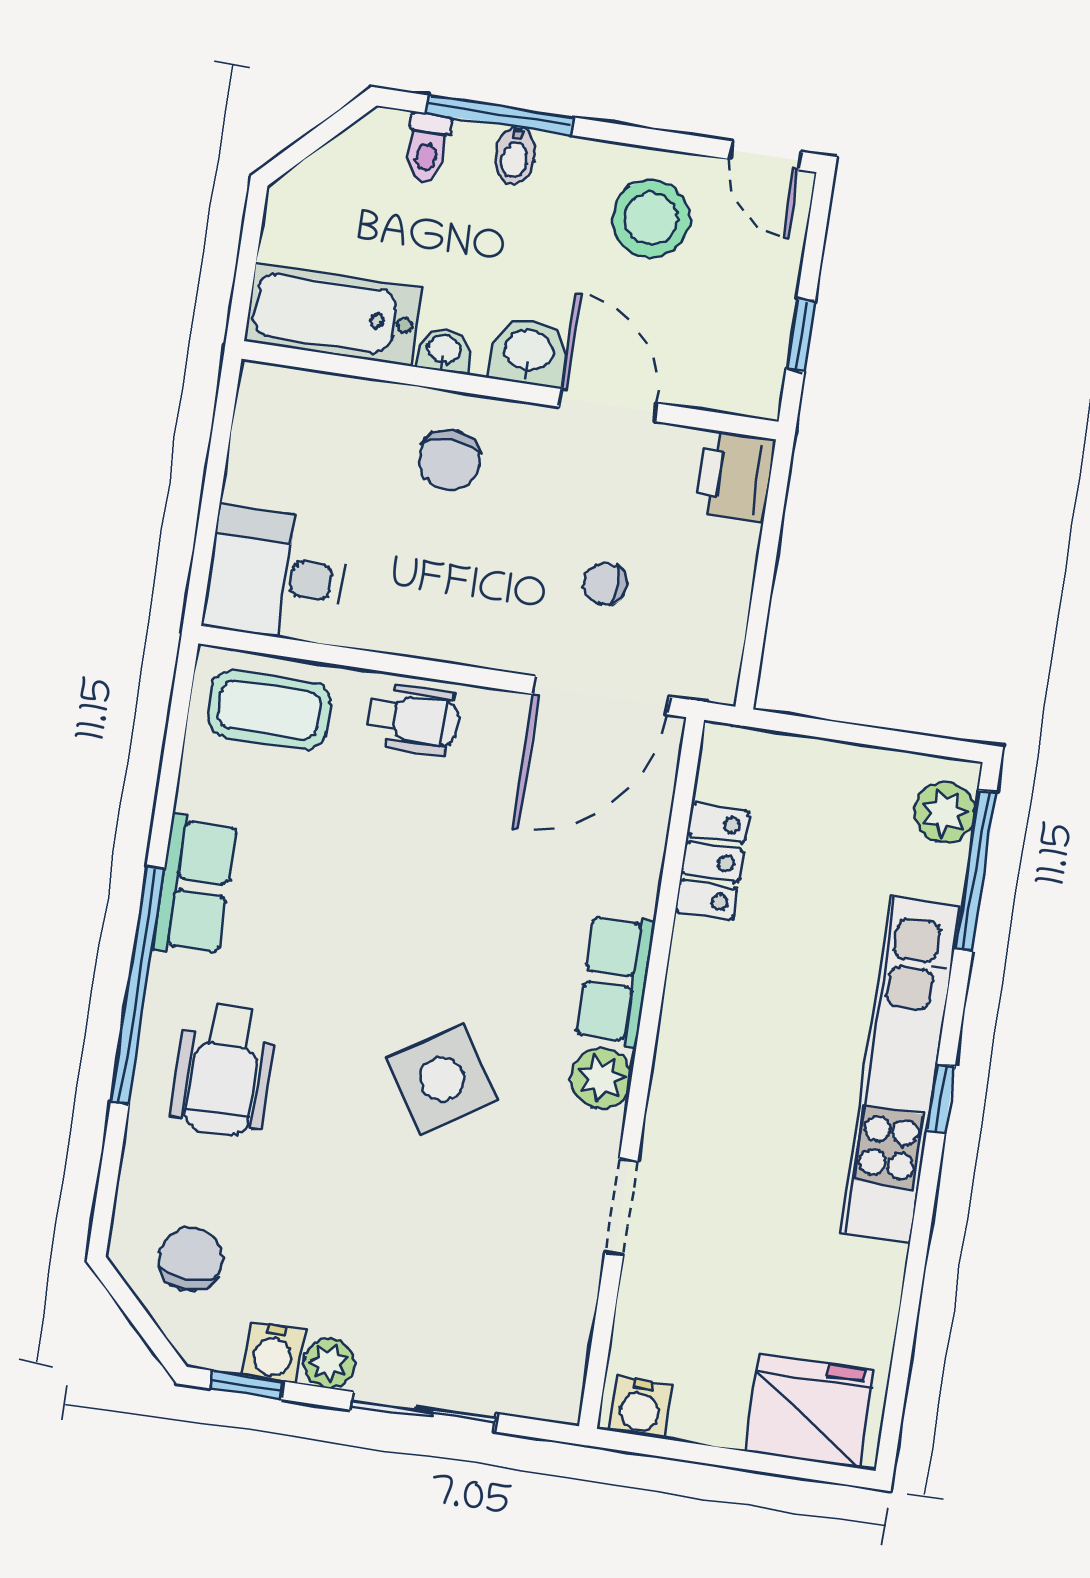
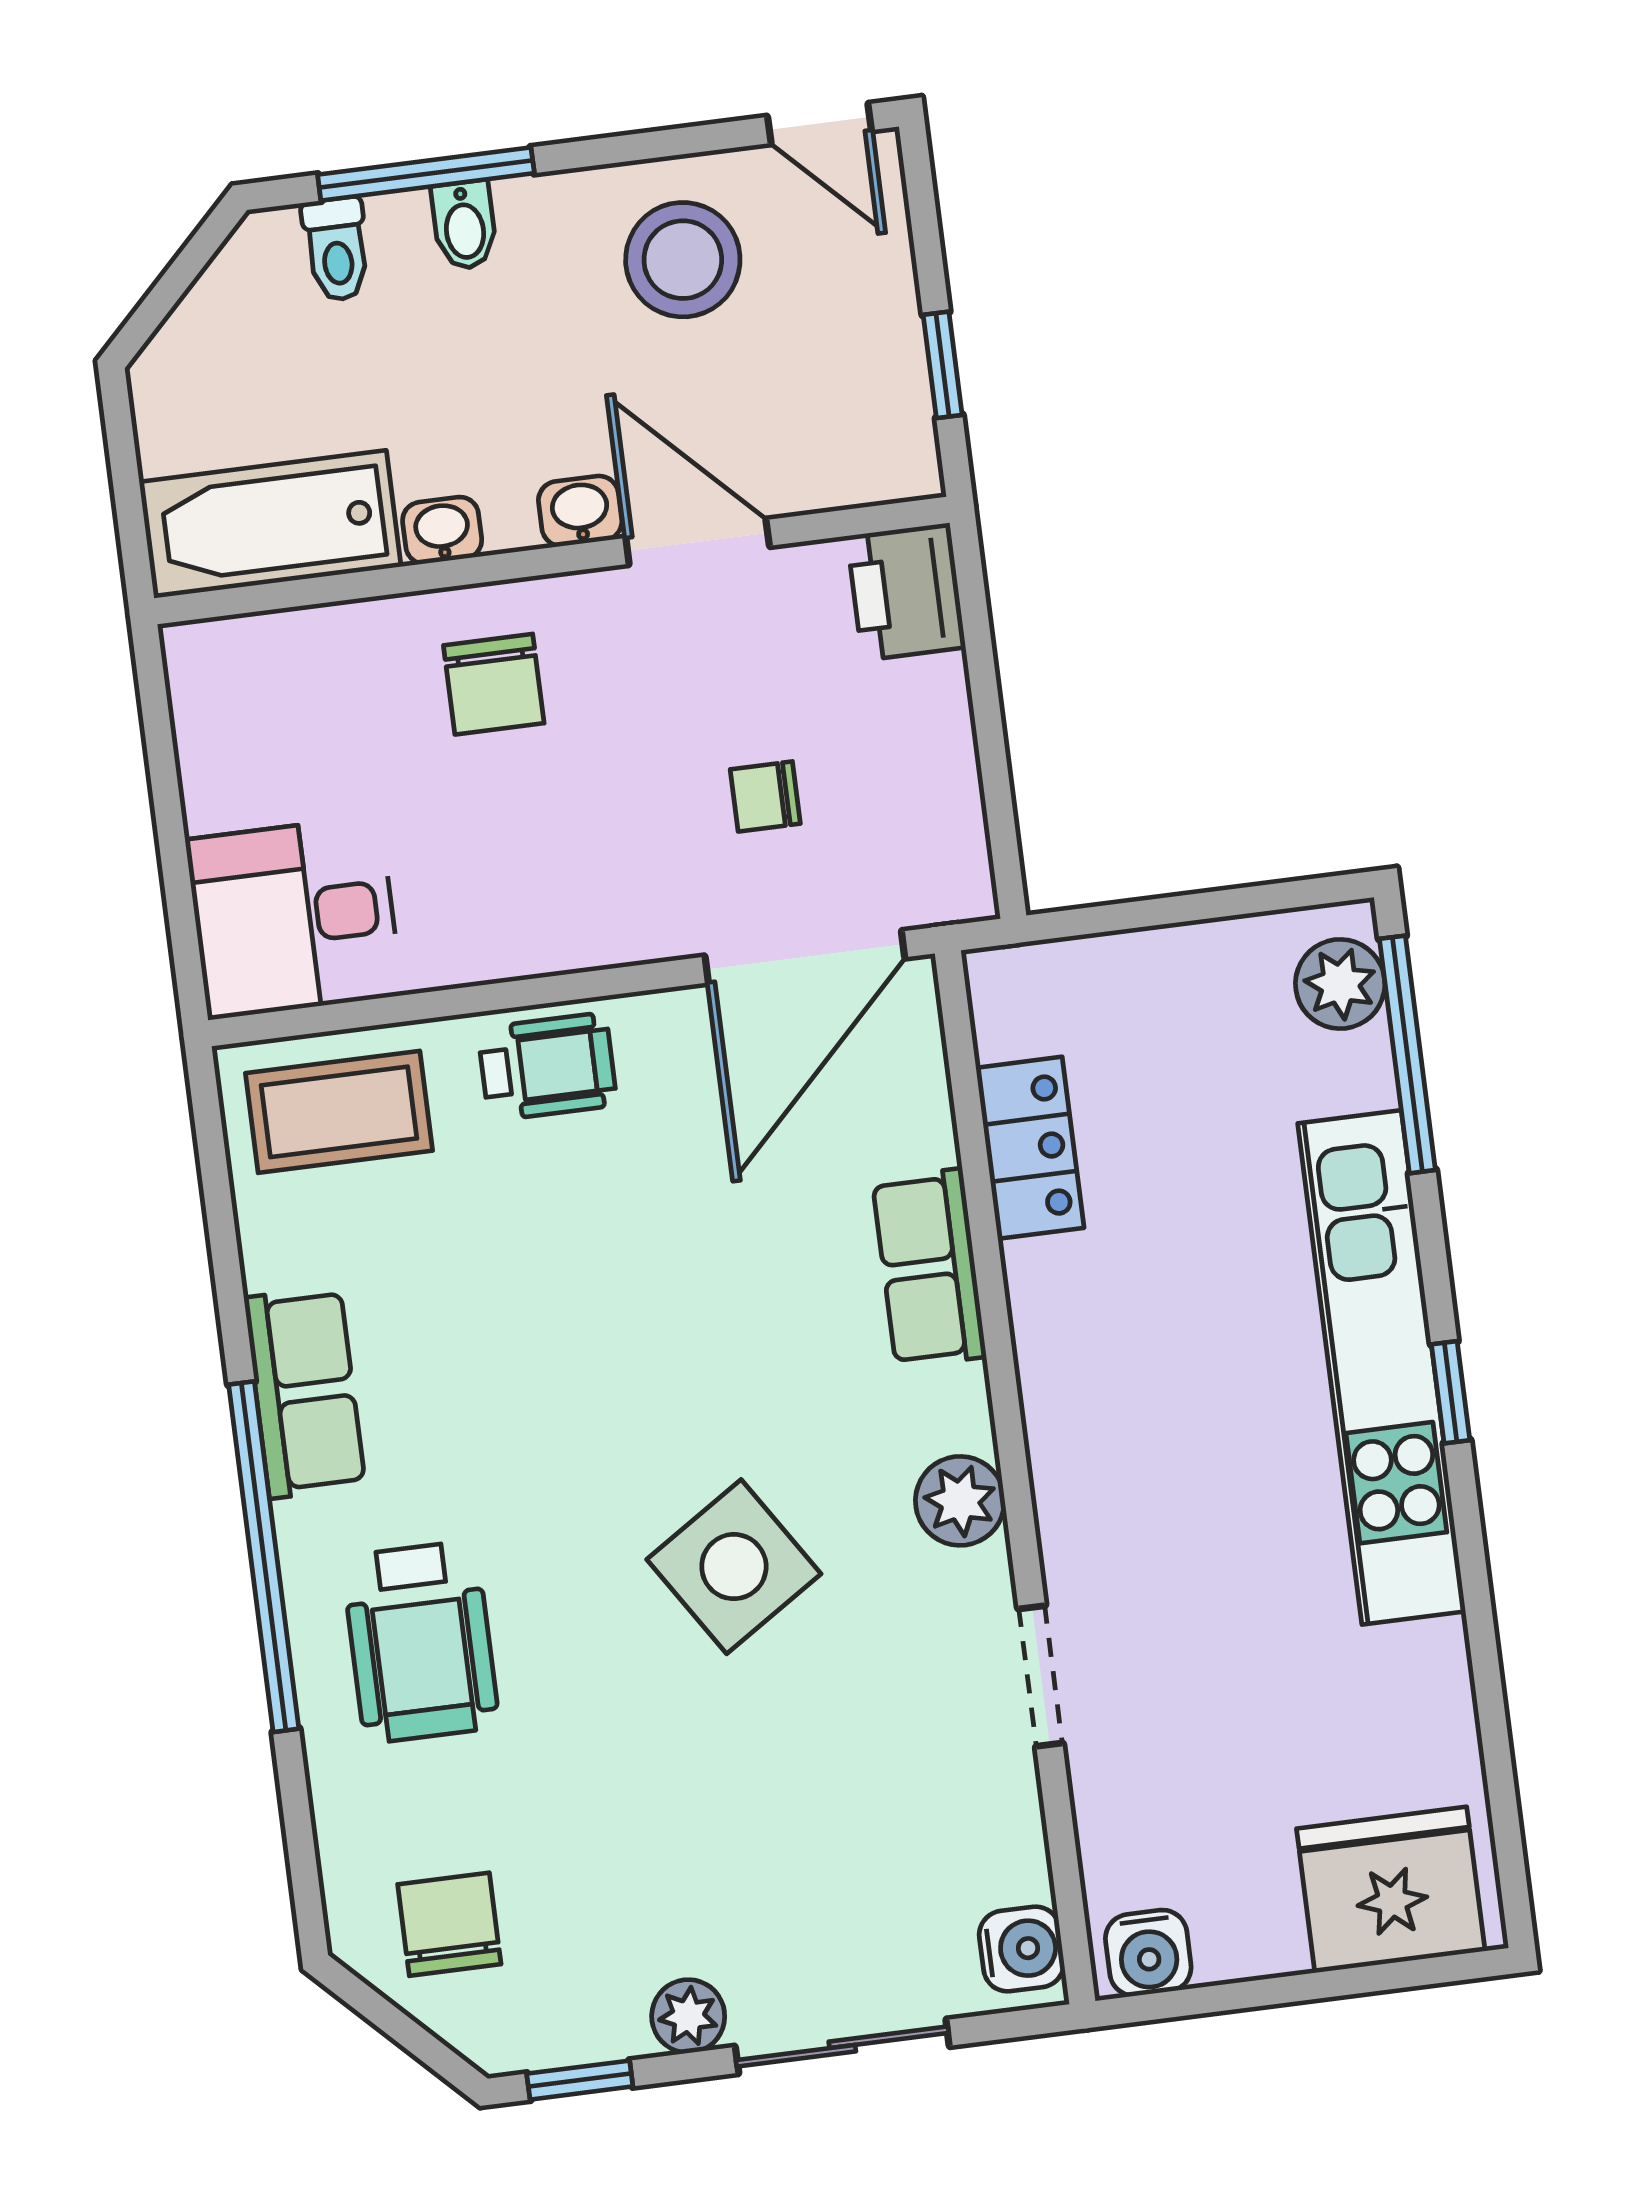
washbasin: (529, 352) -> (580, 511), width x0.72, depth x0.69
row of seats: (616, 980) -> (929, 1268), moved
water cooler: (273, 1352) -> (1022, 1949), moved, turned -90

